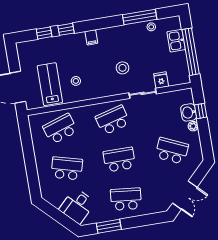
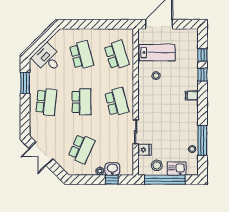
stool: (122, 68) -> (157, 165), moved
school desk: (67, 168) -> (81, 55), turned -30

